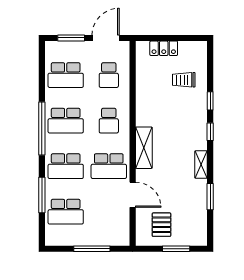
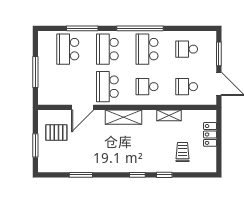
school desk: (66, 75) -> (187, 49), width x0.54
shelving: (201, 165) -> (169, 115), moved

